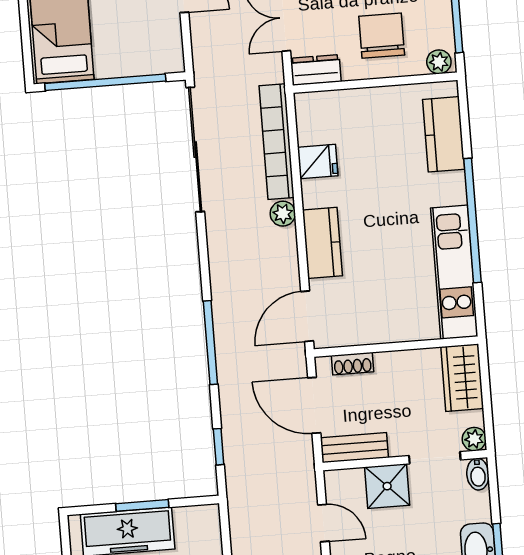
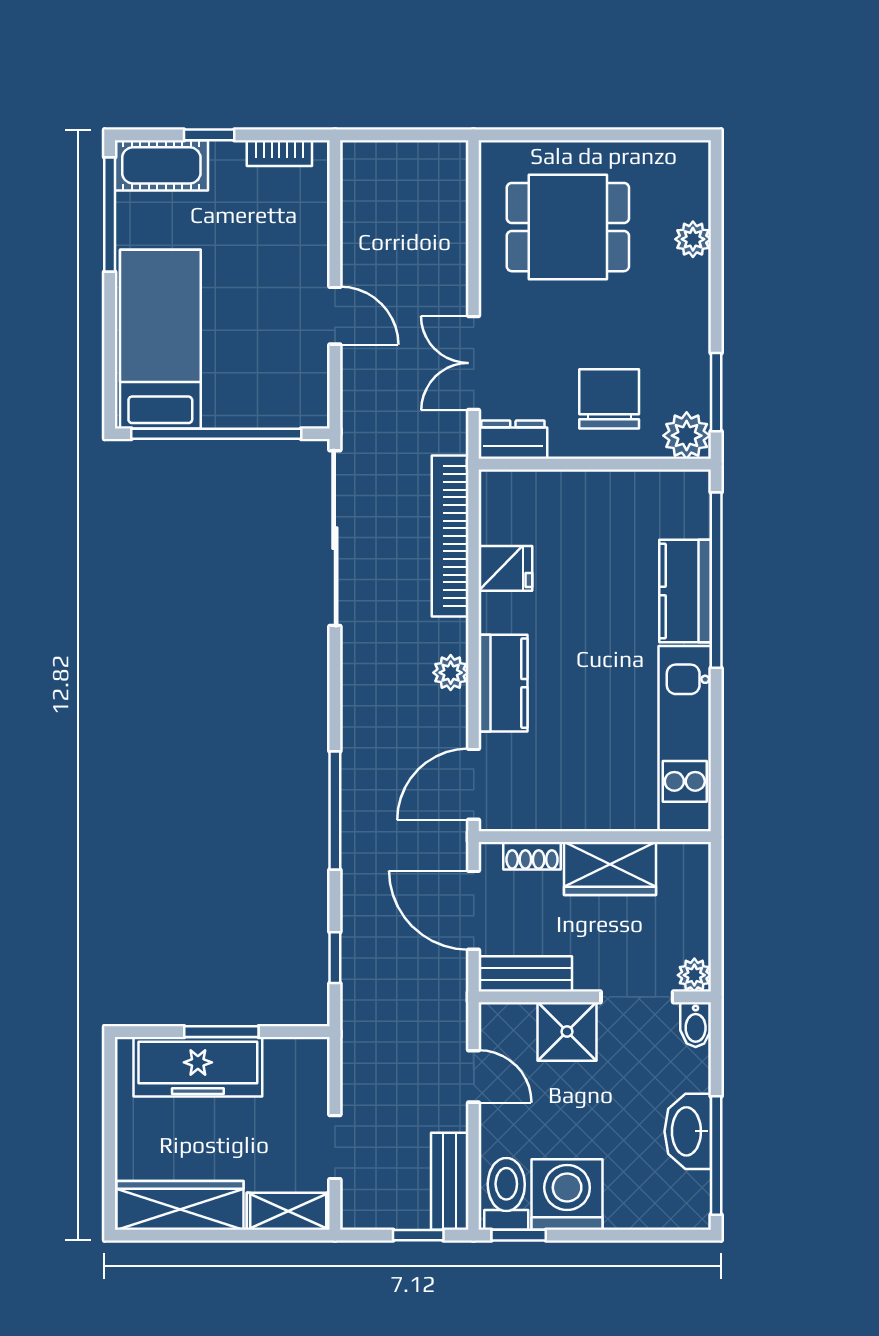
plant: (439, 62) -> (687, 436), width x1.38, depth x1.38
kitchen counter: (444, 134) -> (685, 591), moved
plant: (283, 214) -> (451, 673), moved
window: (472, 221) -> (716, 580), moved
wardrobe: (462, 378) -> (610, 868), moved, turned -90

